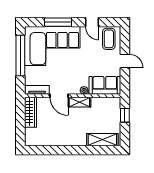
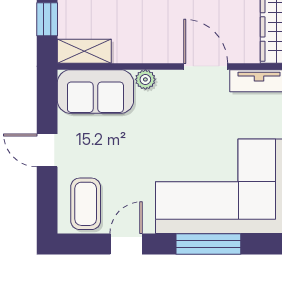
door: (92, 22) -> (126, 244), hinge flipped
shelving: (79, 102) -> (84, 51), moved

